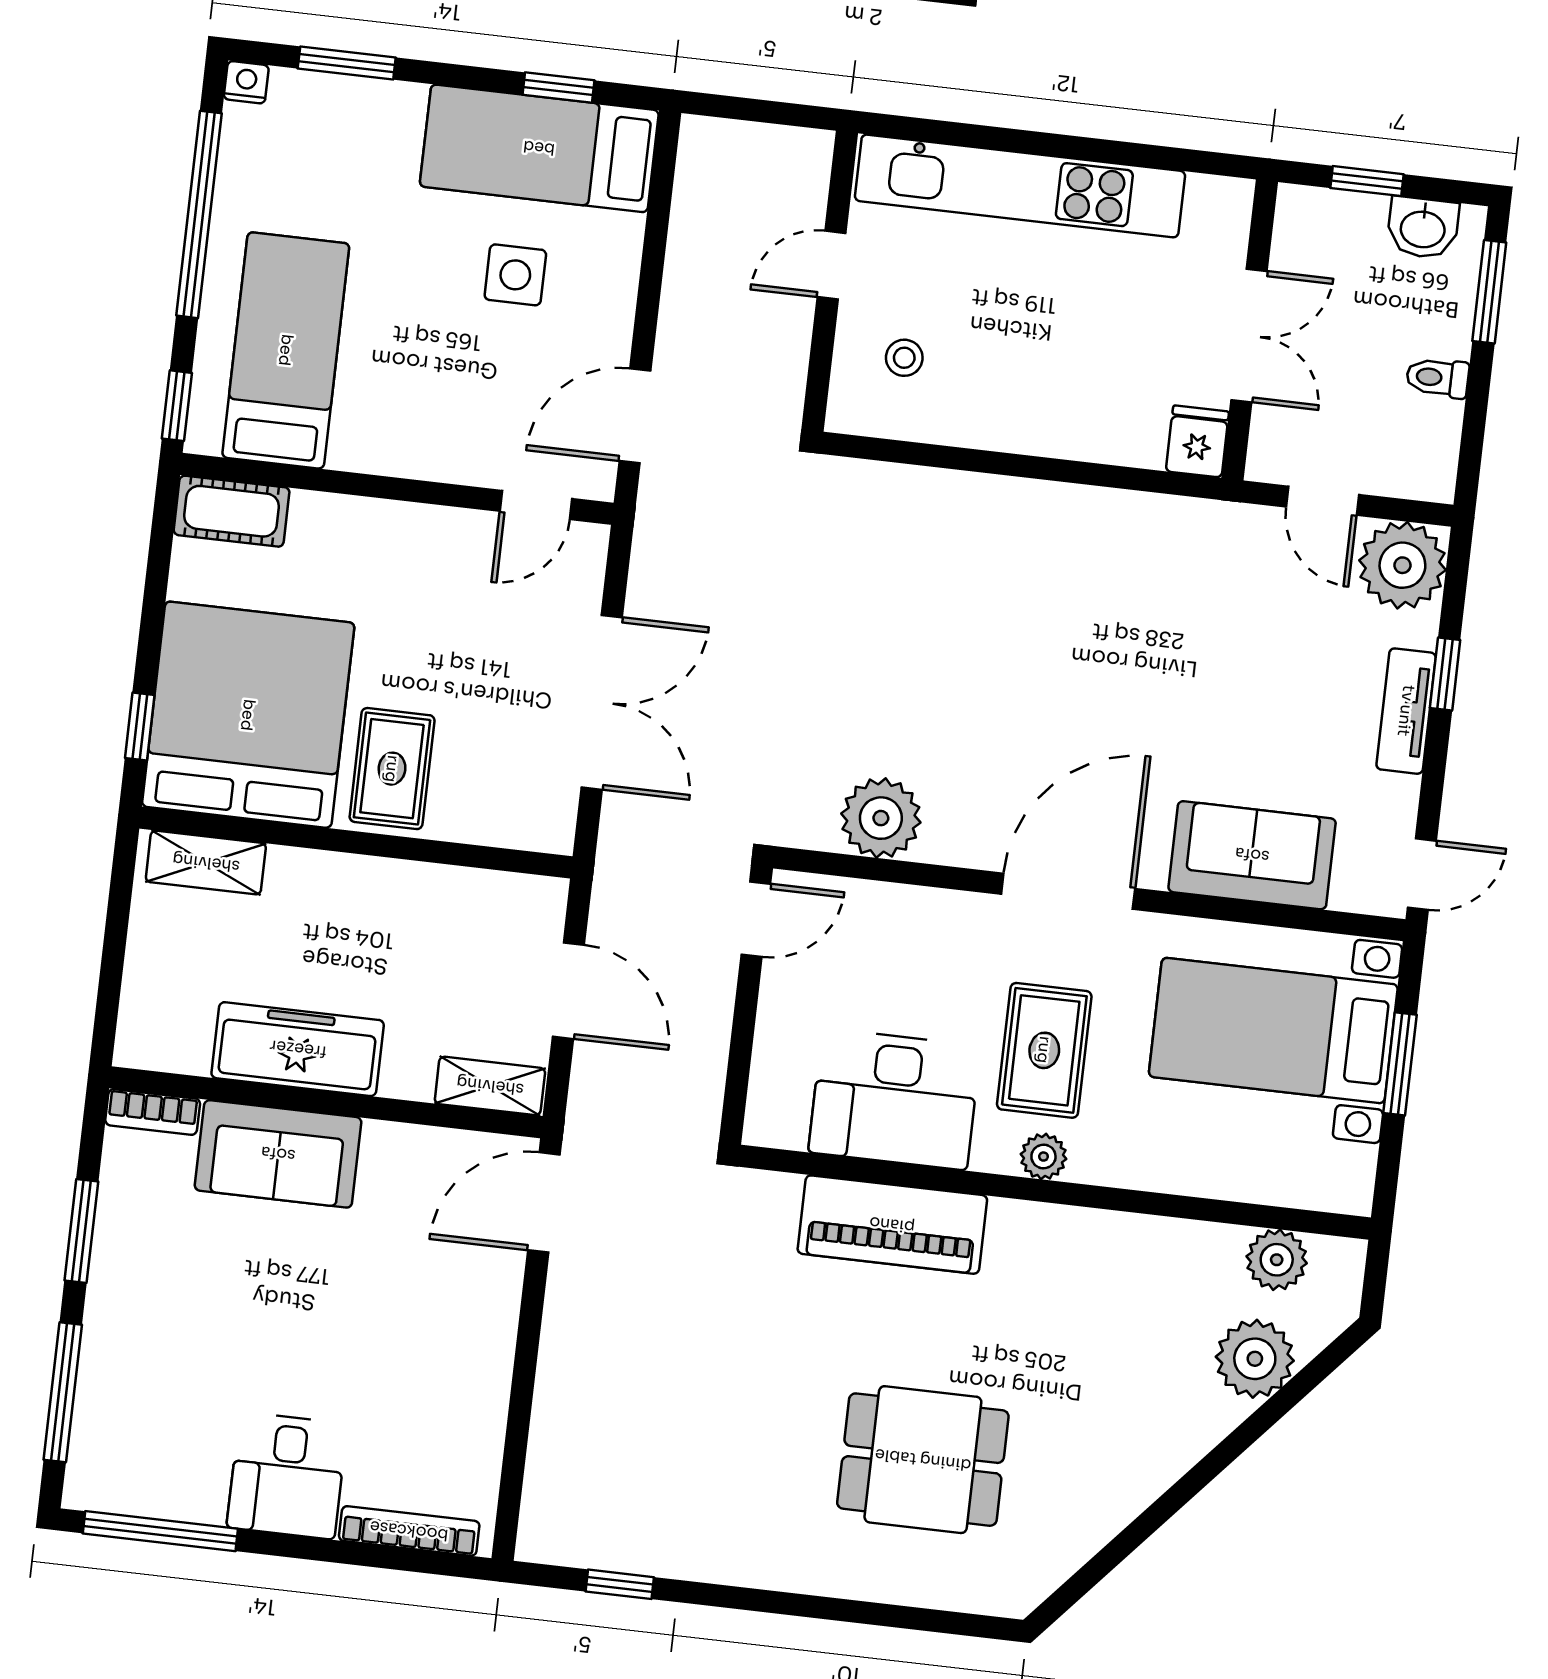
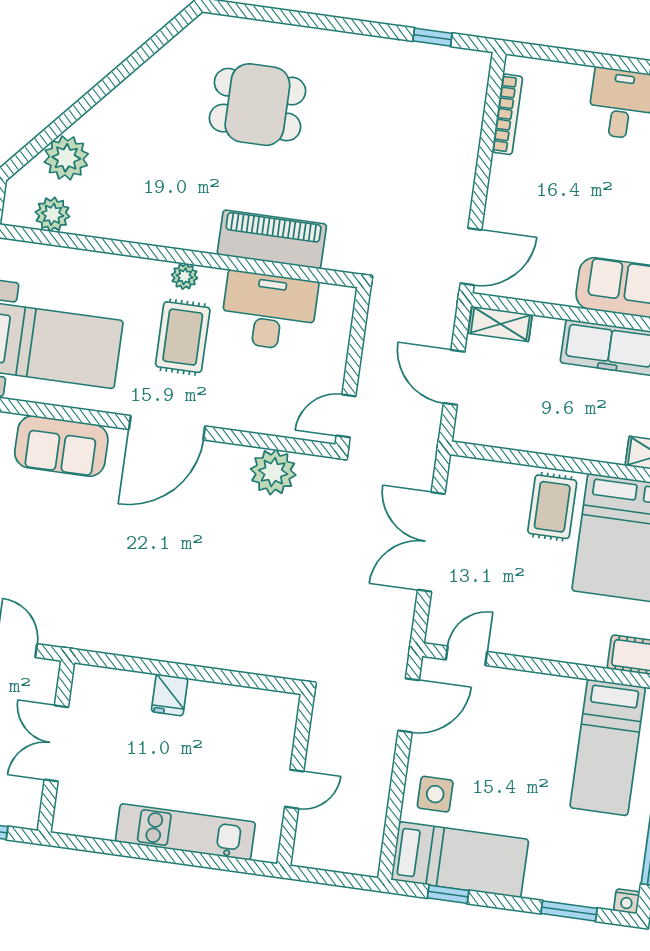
kitchen unit: (1020, 186) -> (185, 832), width x0.73
side table: (515, 275) -> (435, 794), moved
stool: (904, 358) -> (254, 735), removed
fridge: (1197, 441) -> (170, 695), moved
bookcase: (409, 1531) -> (507, 114), moved, turned -90

